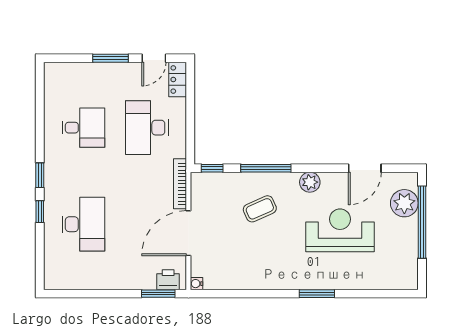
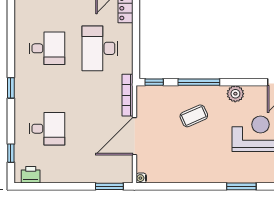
window: (40, 212) -> (11, 153), moved
desk: (83, 224) -> (47, 129), width x0.73
printer: (168, 280) -> (31, 175), moved

